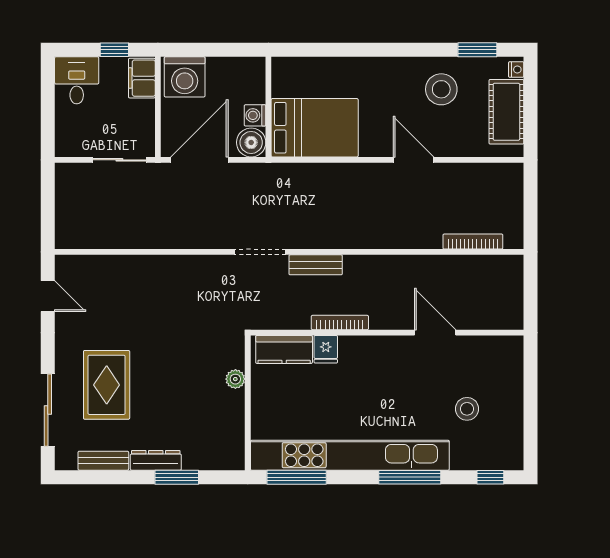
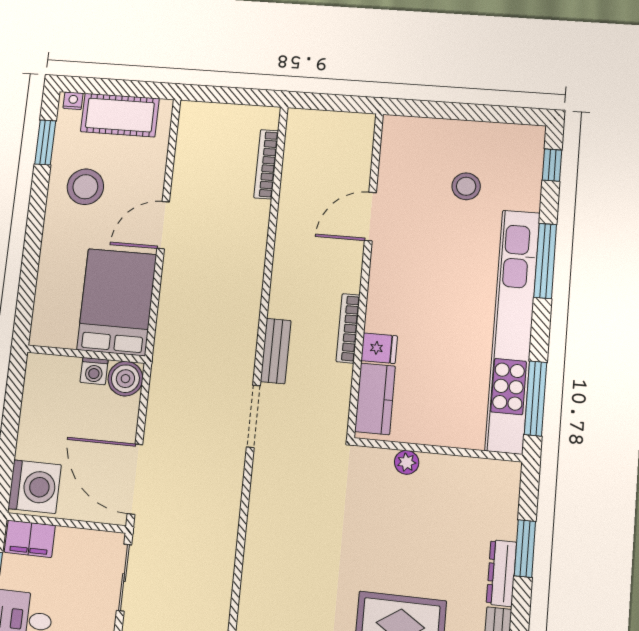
wall: (268, 107) -> (86, 354), moved
washing machine: (255, 115) -> (94, 371), moved
bed: (315, 128) -> (117, 302), moved
boiler: (251, 142) -> (125, 379), moved

